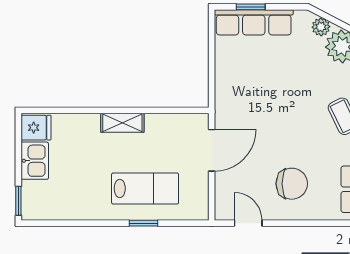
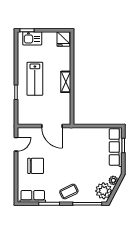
kitchen sink: (35, 161) -> (32, 38), moved
chair: (292, 184) -> (36, 166), turned -90
lab bench: (145, 188) -> (35, 79), moved

